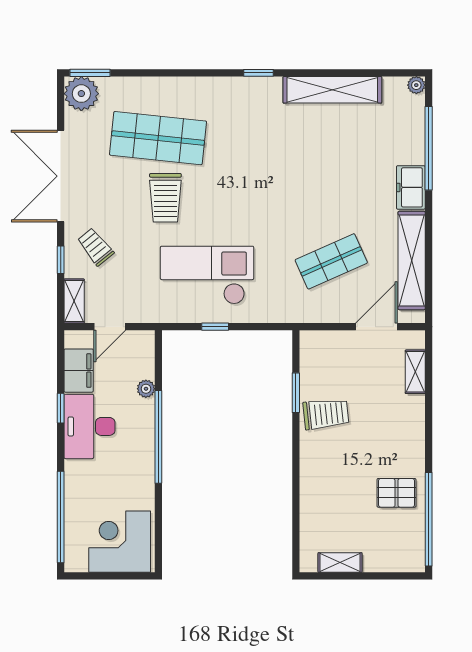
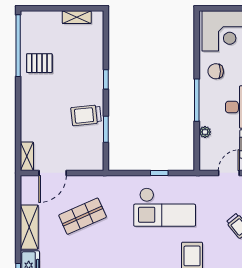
shelving: (412, 260) -> (29, 227), width x0.68
shelving: (415, 372) -> (27, 156), moved
window: (158, 437) -> (197, 100), width x0.68
window: (296, 468) -> (106, 79), added
chair: (130, 481) -> (216, 71), added

